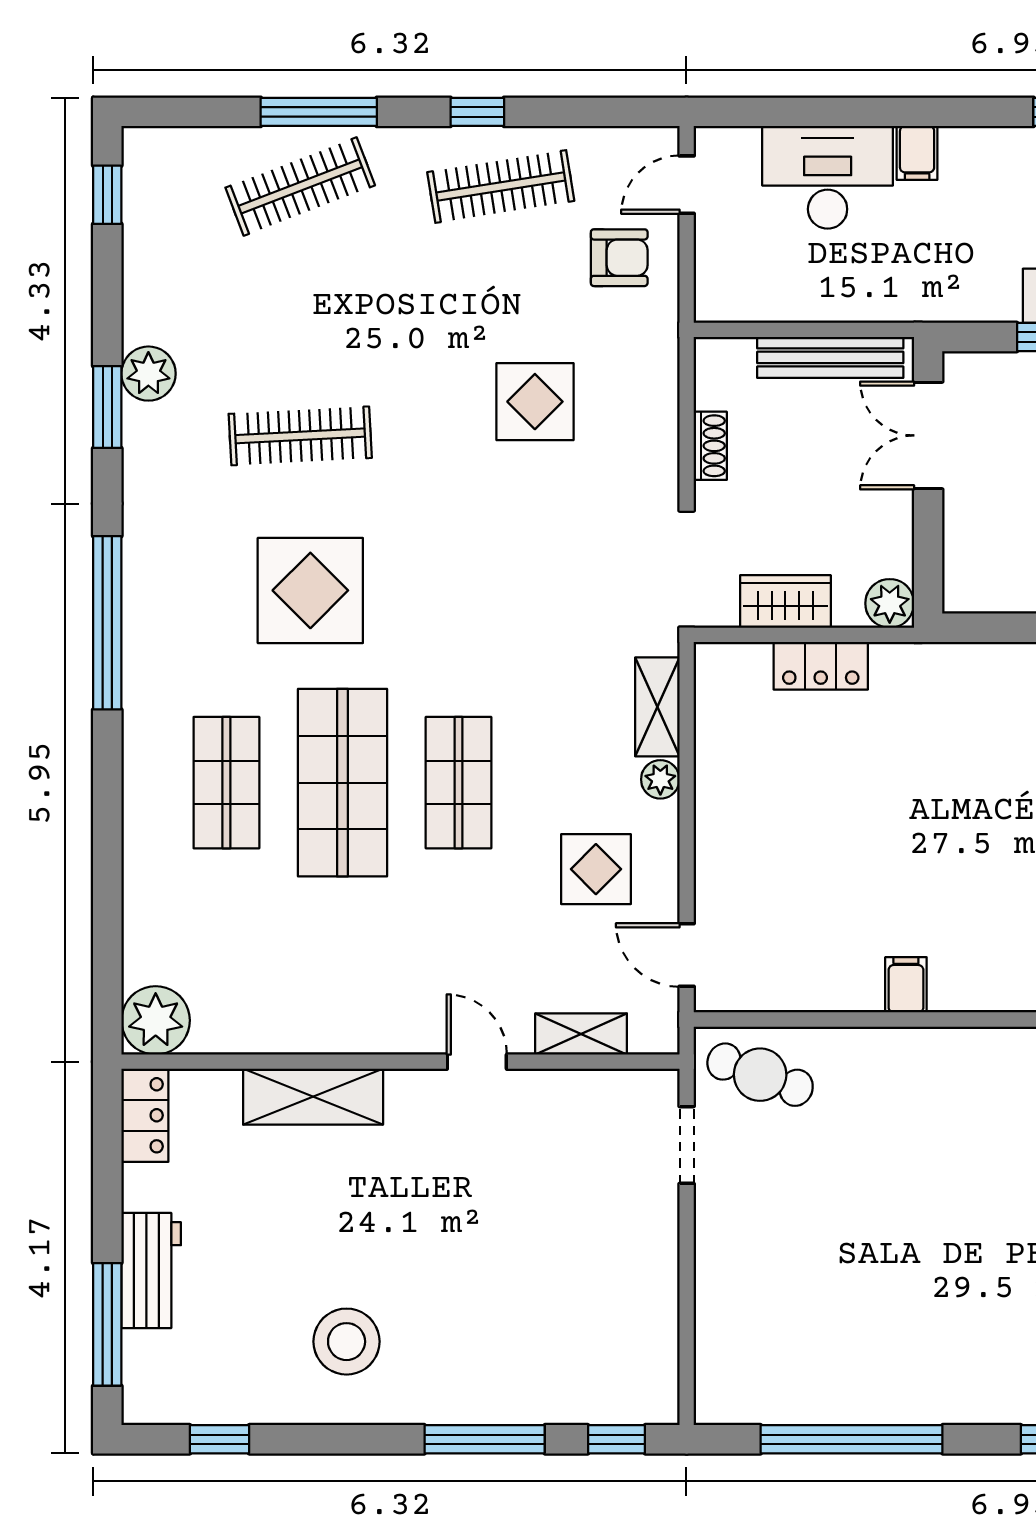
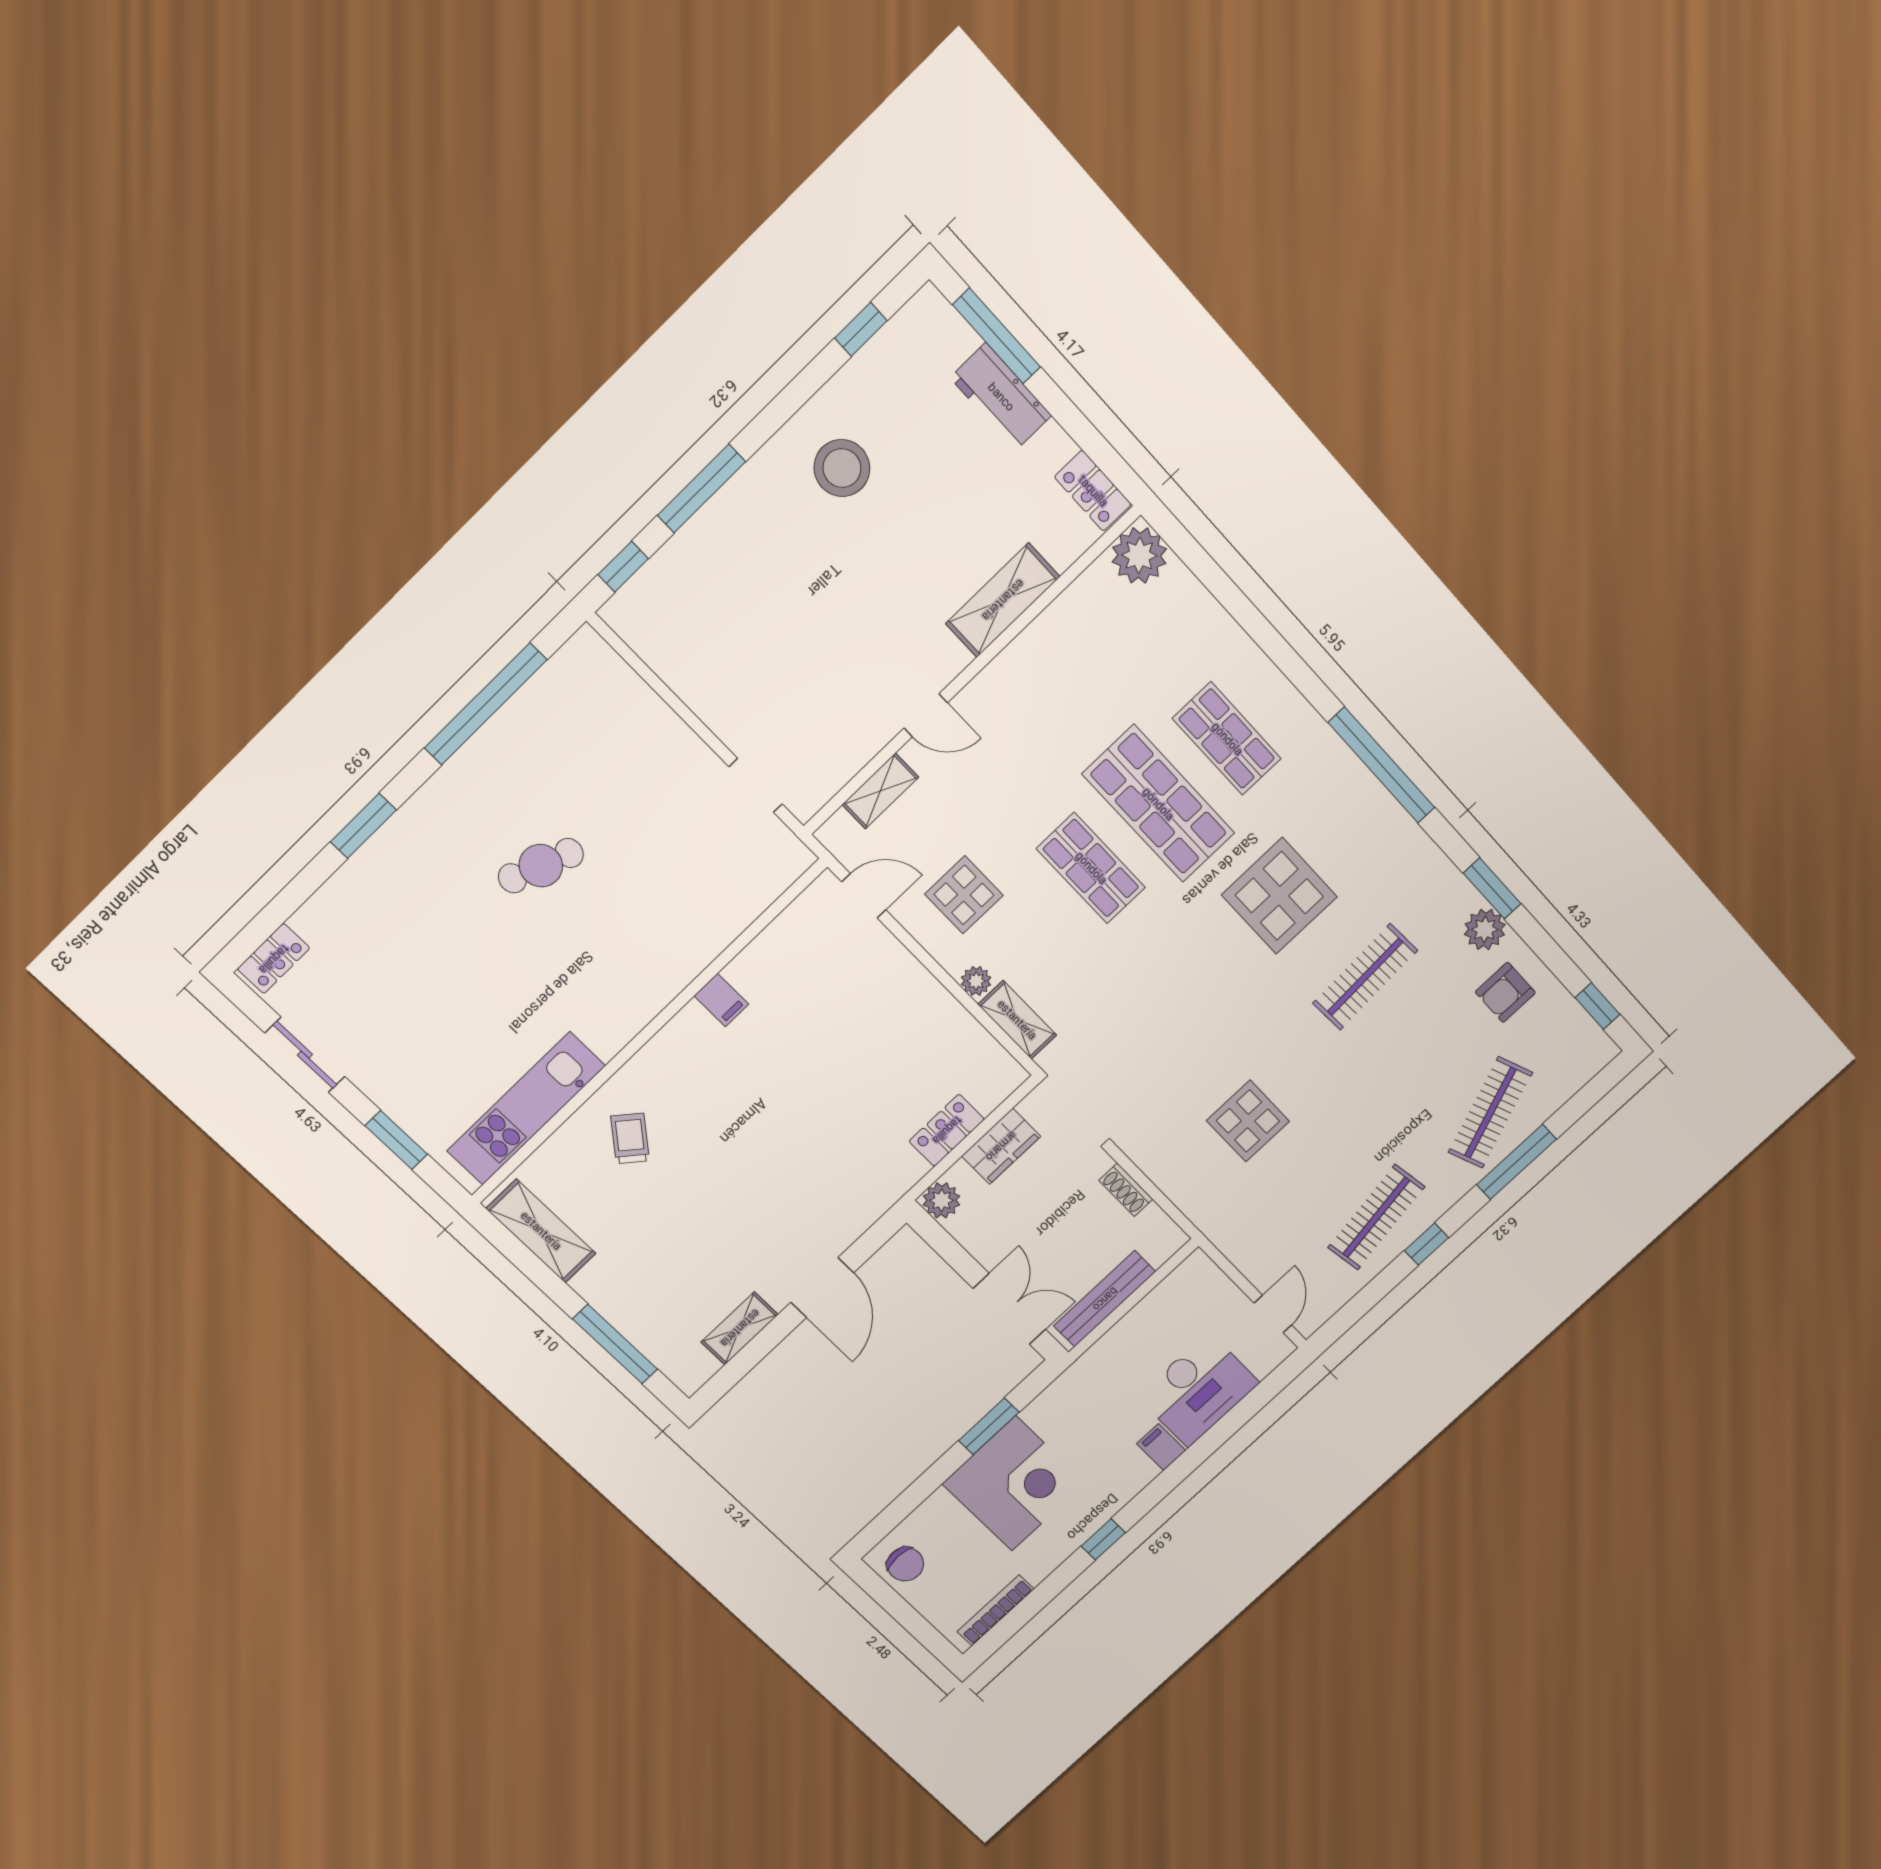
armchair: (619, 258) -> (1505, 992), moved
cafe table: (760, 1075) -> (541, 866), moved

